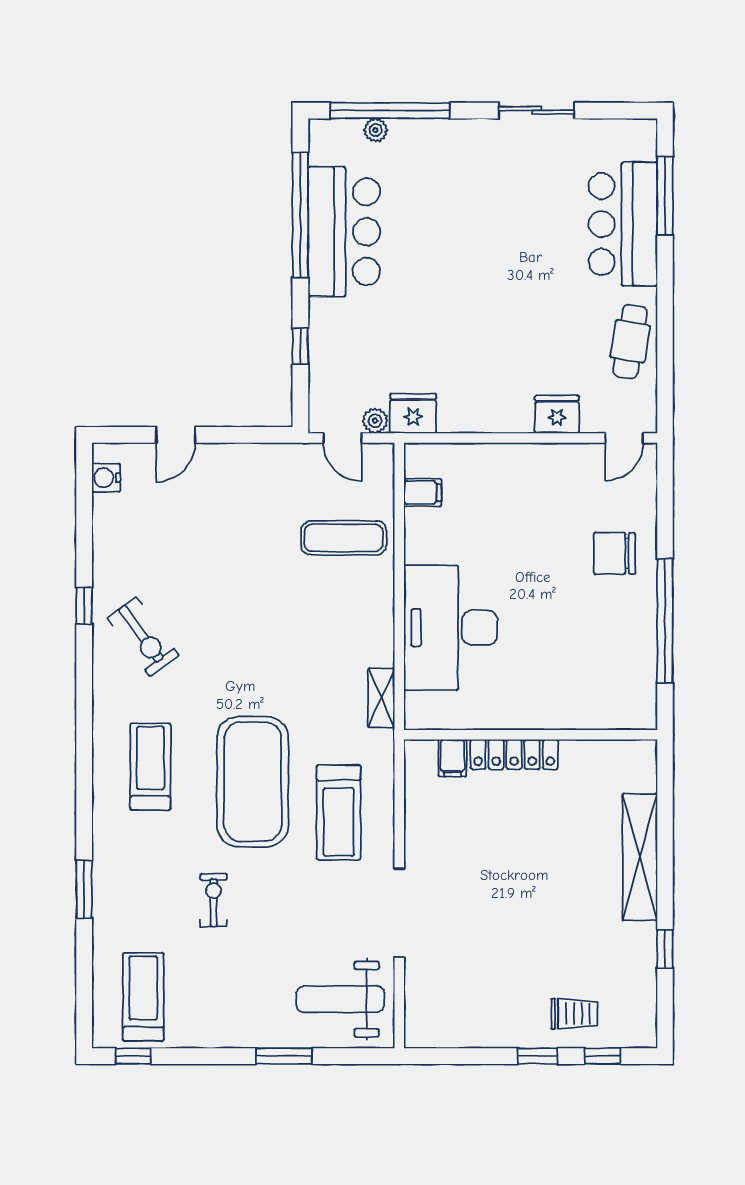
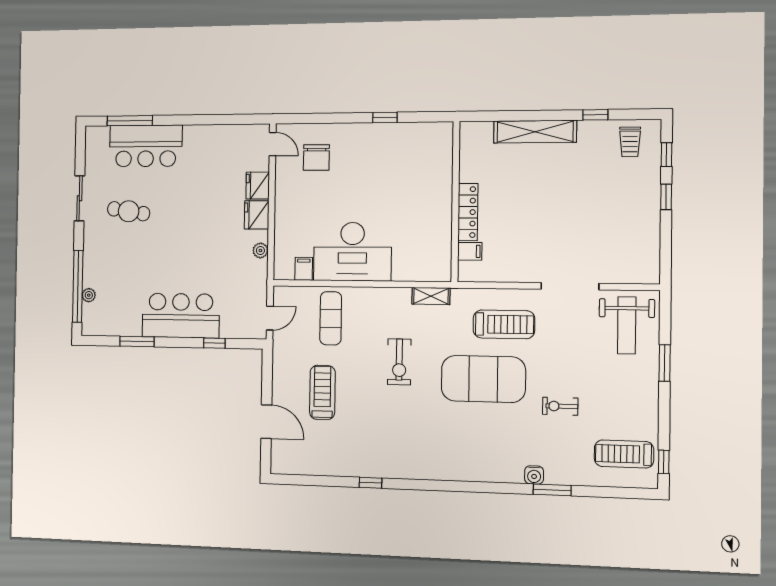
window: (300, 215) -> (137, 341), width x0.47
bar counter: (344, 232) -> (181, 316), moved
cafe table: (630, 341) -> (129, 211), moved
fridge: (413, 413) -> (257, 215), moved
plant: (375, 421) -> (260, 251), moved
door: (176, 435) -> (266, 422), width x1.38
water cooler: (106, 478) -> (534, 475), moved
chair: (615, 553) -> (316, 158), moved
window: (665, 621) -> (385, 117), width x0.32
desk: (451, 628) -> (352, 252), moved
exercise bike: (143, 637) -> (399, 362), moved, turned 126
treadmill: (150, 767) -> (322, 392), moved, turned 90
trolley: (575, 1014) -> (630, 142), moved, turned 180

